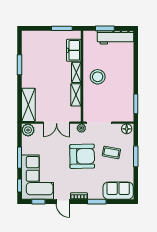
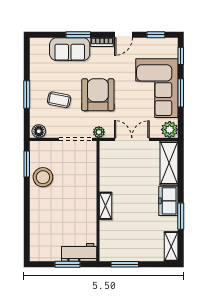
workbench: (115, 37) -> (79, 252), moved, width x0.73
freezer: (74, 50) -> (168, 201), moved, turned 180
stool: (98, 77) -> (43, 177), moved
shelving: (76, 95) -> (171, 246), moved
armchair: (82, 156) -> (98, 95), turned 91
corner sofa: (38, 177) -> (157, 88), moved
sofa: (118, 191) -> (70, 49), moved
door: (63, 202) -> (123, 35), swing flipped

